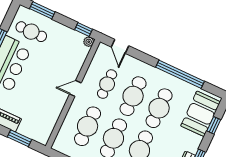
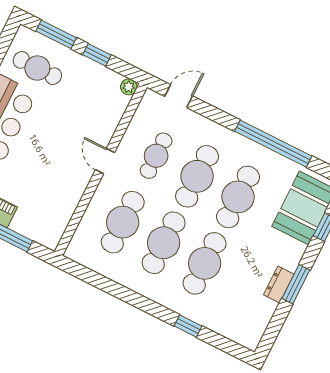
window: (84, 29) -> (97, 55), moved
door: (120, 46) -> (179, 96), swing flipped
door: (75, 88) -> (105, 161), hinge flipped

